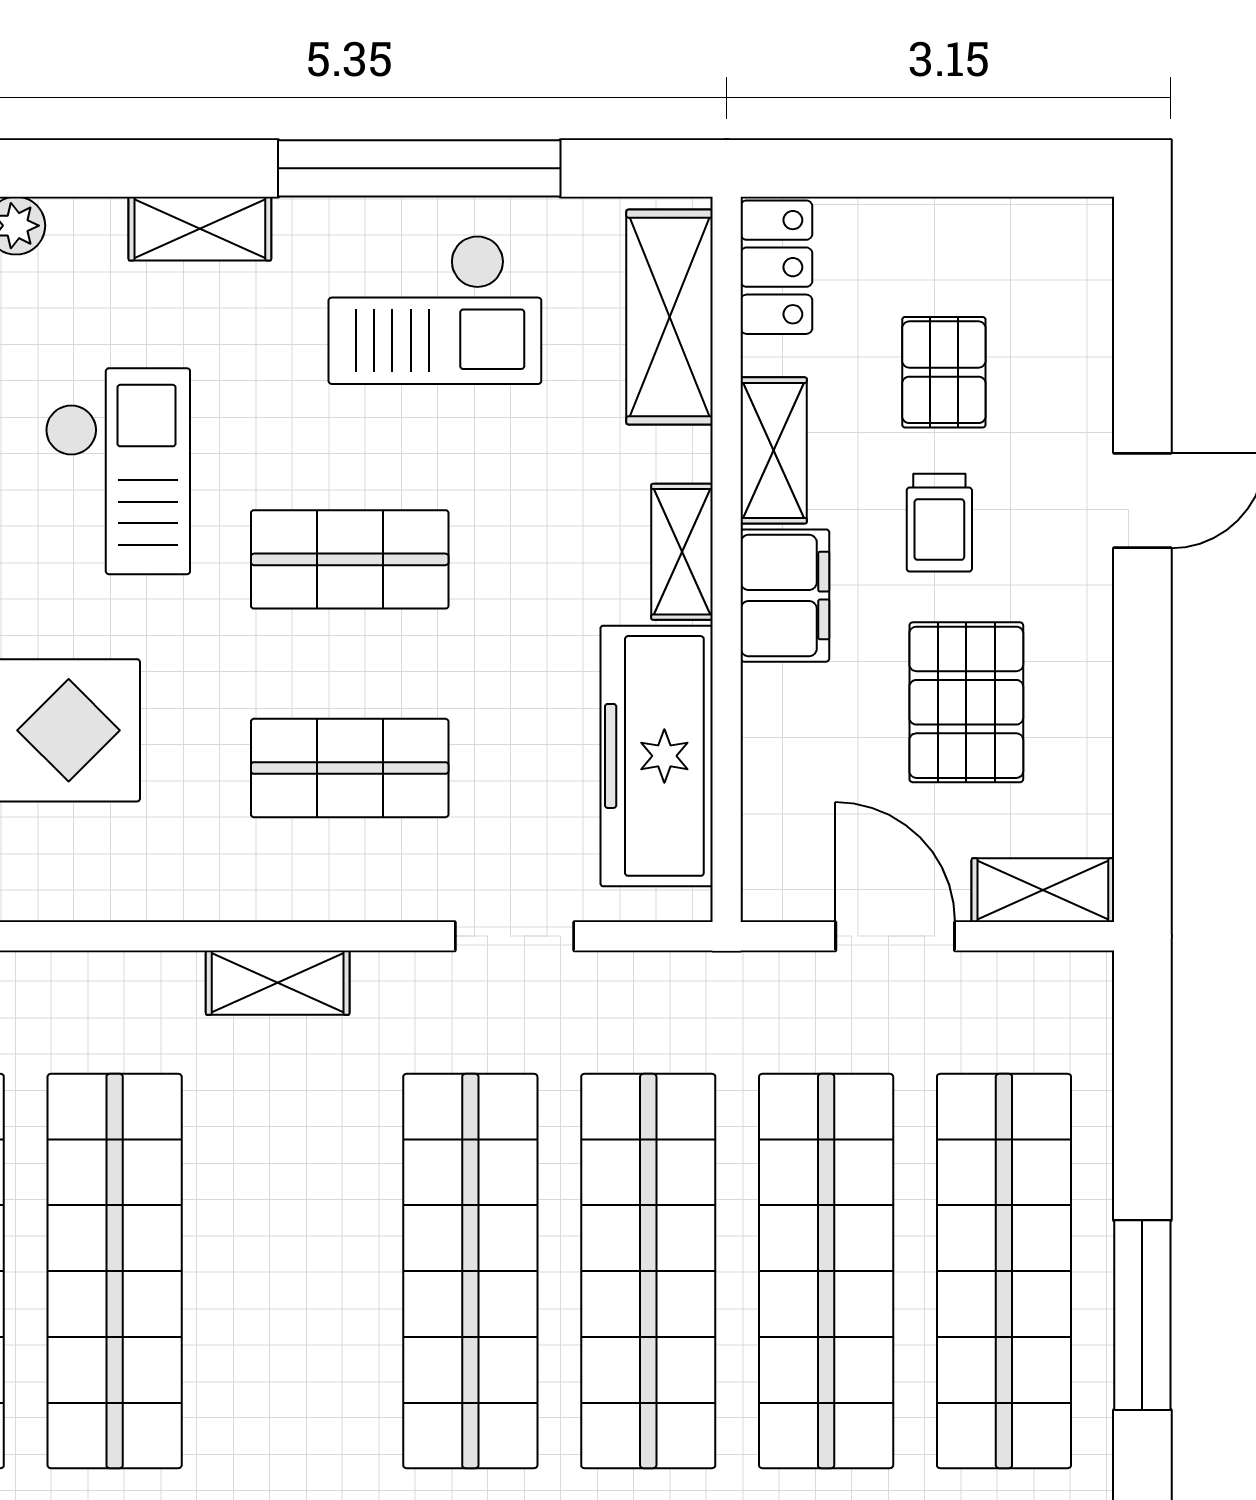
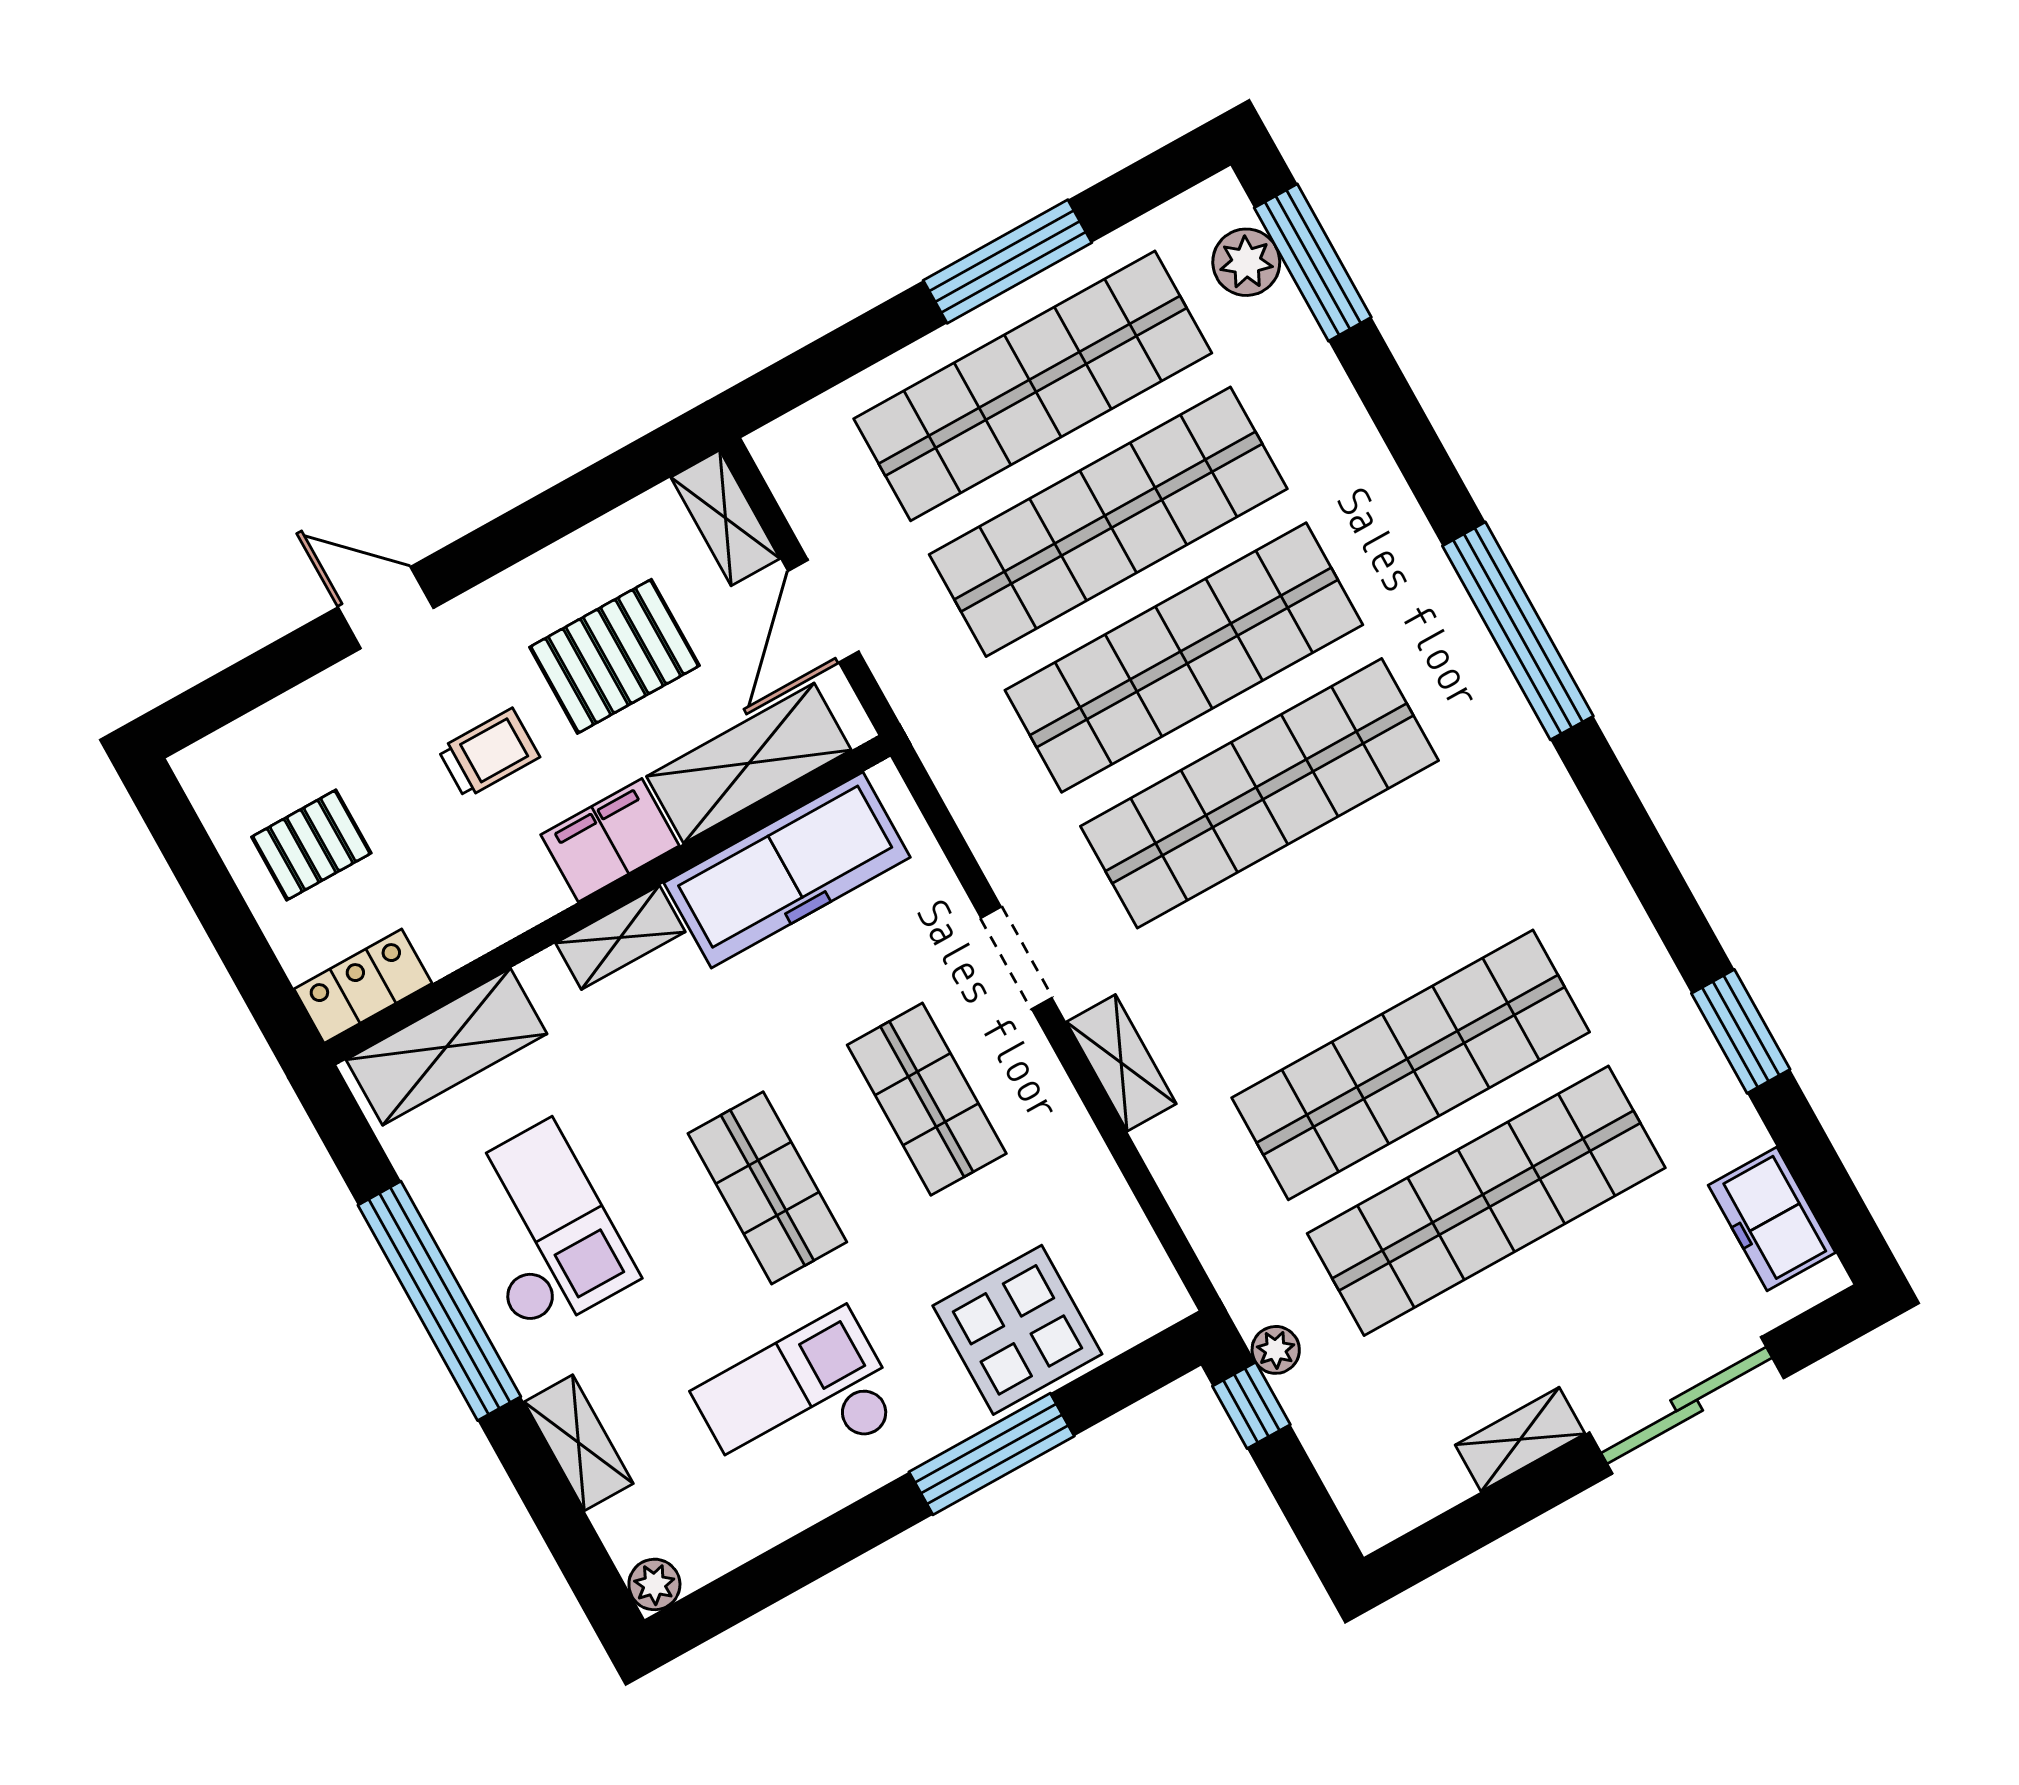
pallet: (944, 372) -> (311, 845), moved
shelving: (774, 450) -> (749, 763), moved, width x1.50, depth x1.33
doorway: (515, 936) -> (1016, 958), moved

